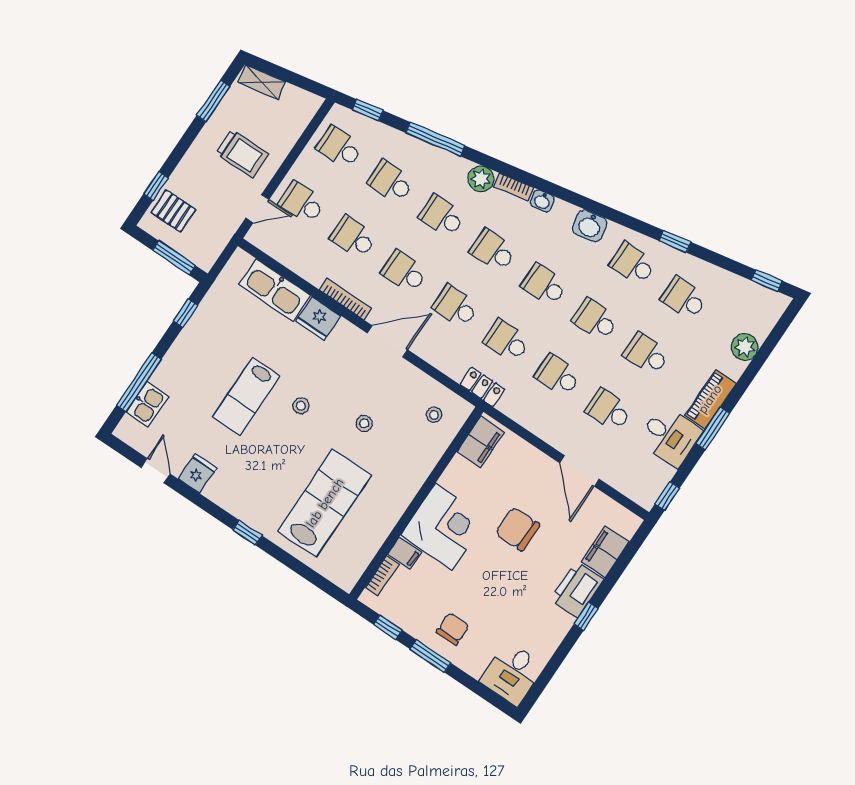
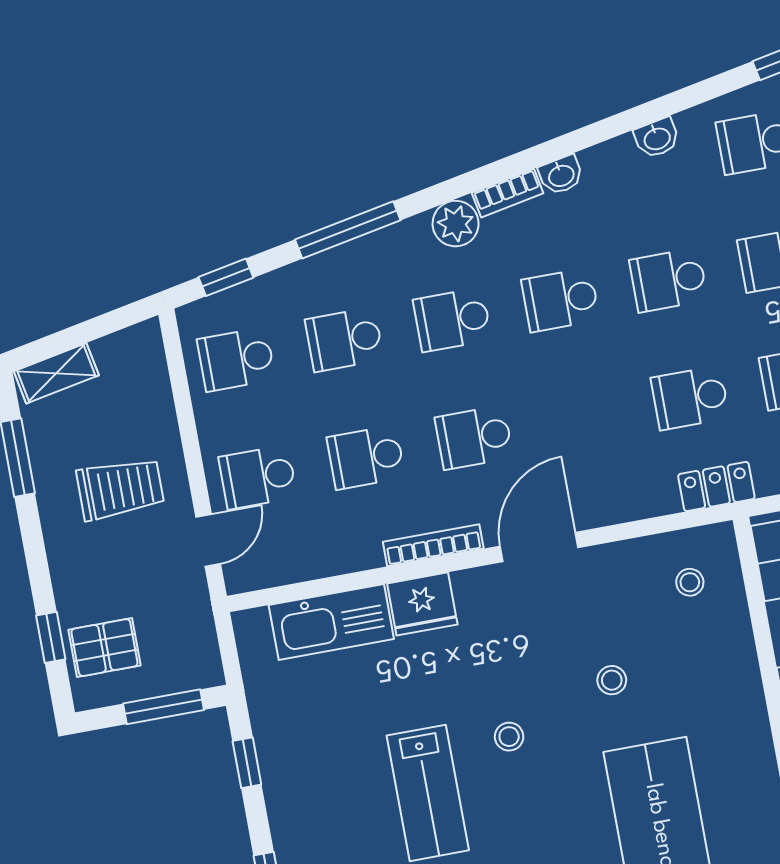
washbasin: (590, 226) -> (657, 138), width x0.72, depth x0.69
school desk: (455, 306) -> (582, 418), removed

